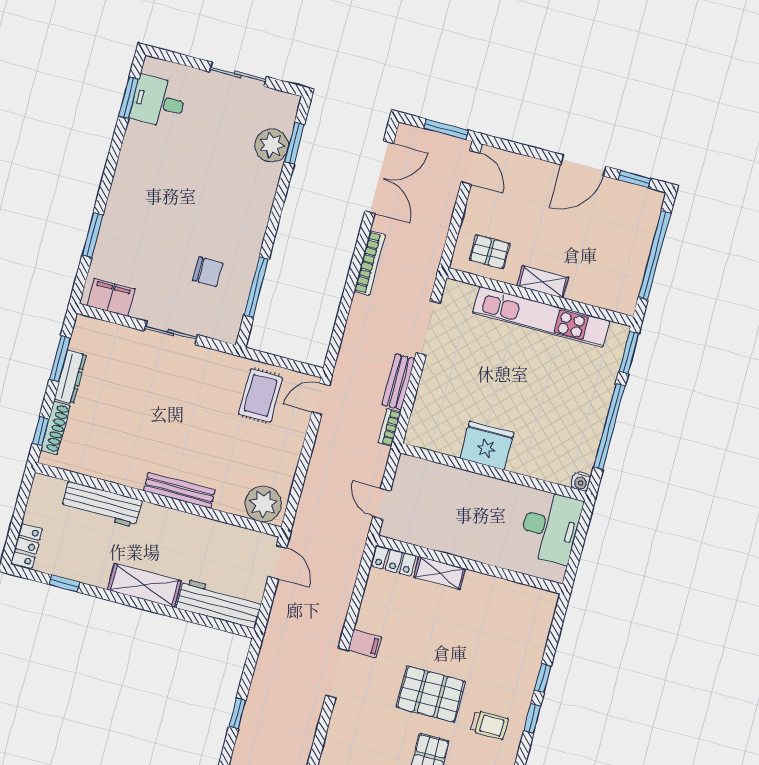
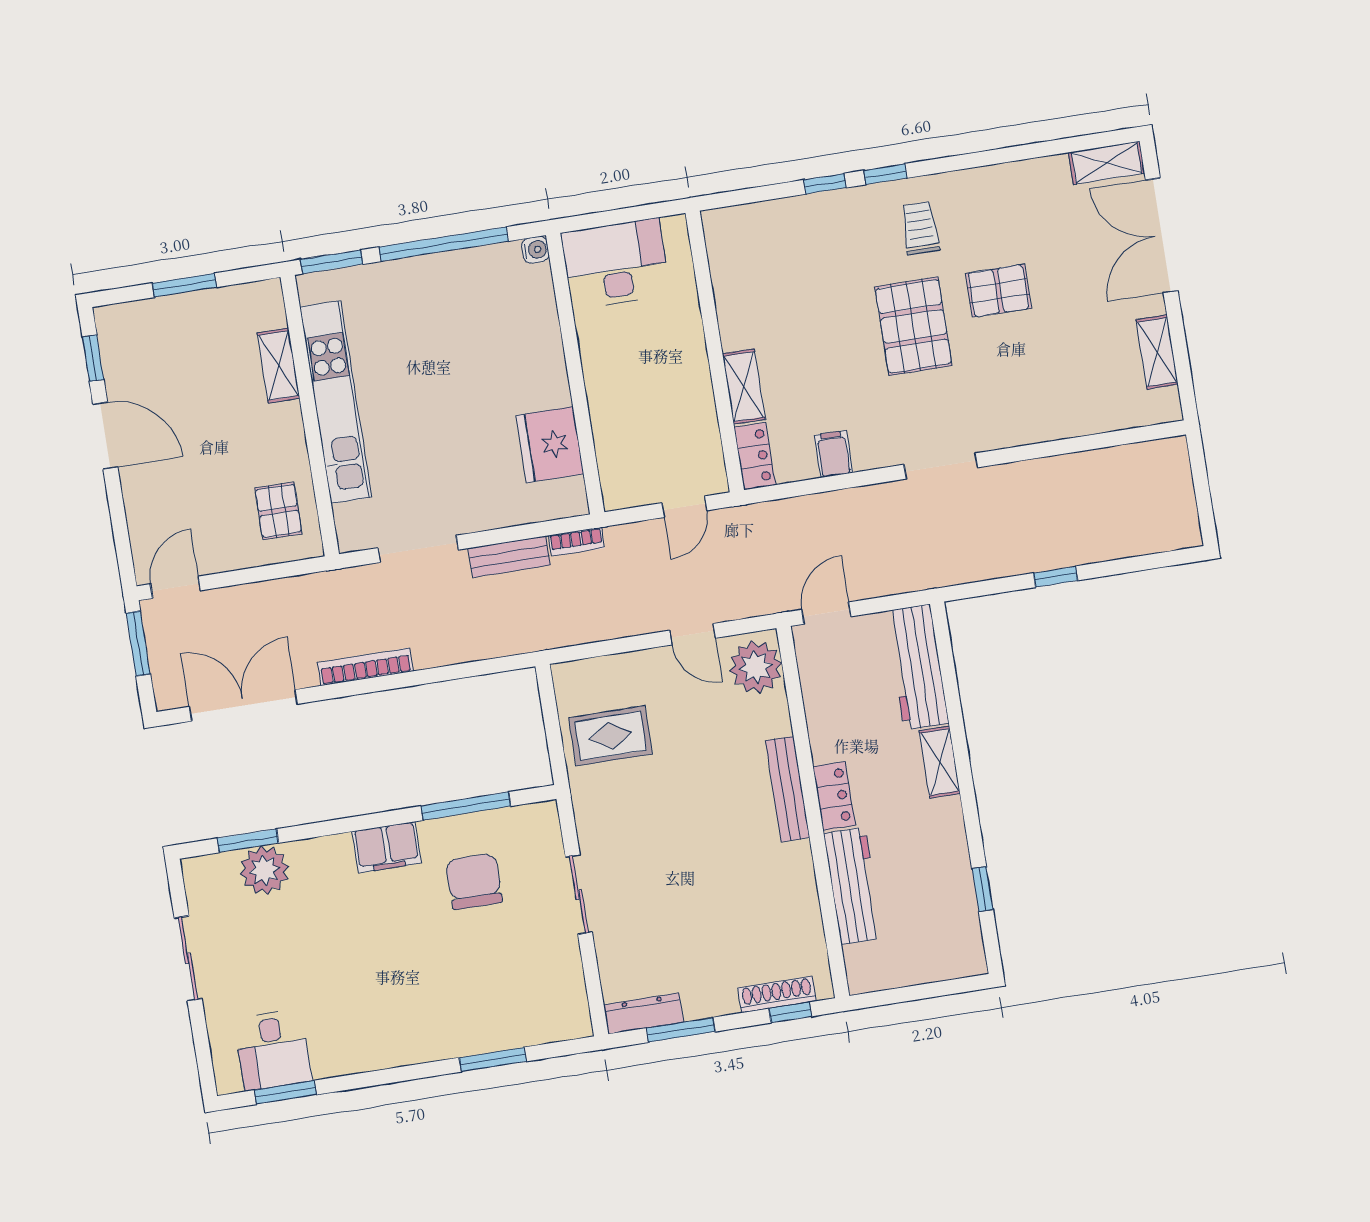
window: (655, 255) -> (185, 285), width x0.47
chair: (208, 272) -> (474, 881), width x1.37, depth x1.37
shelving: (543, 282) -> (278, 366), moved
filing cabinet: (111, 297) -> (387, 847), moved, turned -90
dresser: (70, 377) -> (644, 1013), moved
door: (321, 399) -> (692, 634), moved
fridge: (487, 446) -> (550, 445), moved
locker: (27, 546) -> (834, 796), moved, turned 90
shelving: (144, 585) -> (940, 762), width x0.67, depth x0.75
filing cabinet: (365, 644) -> (833, 454), moved

